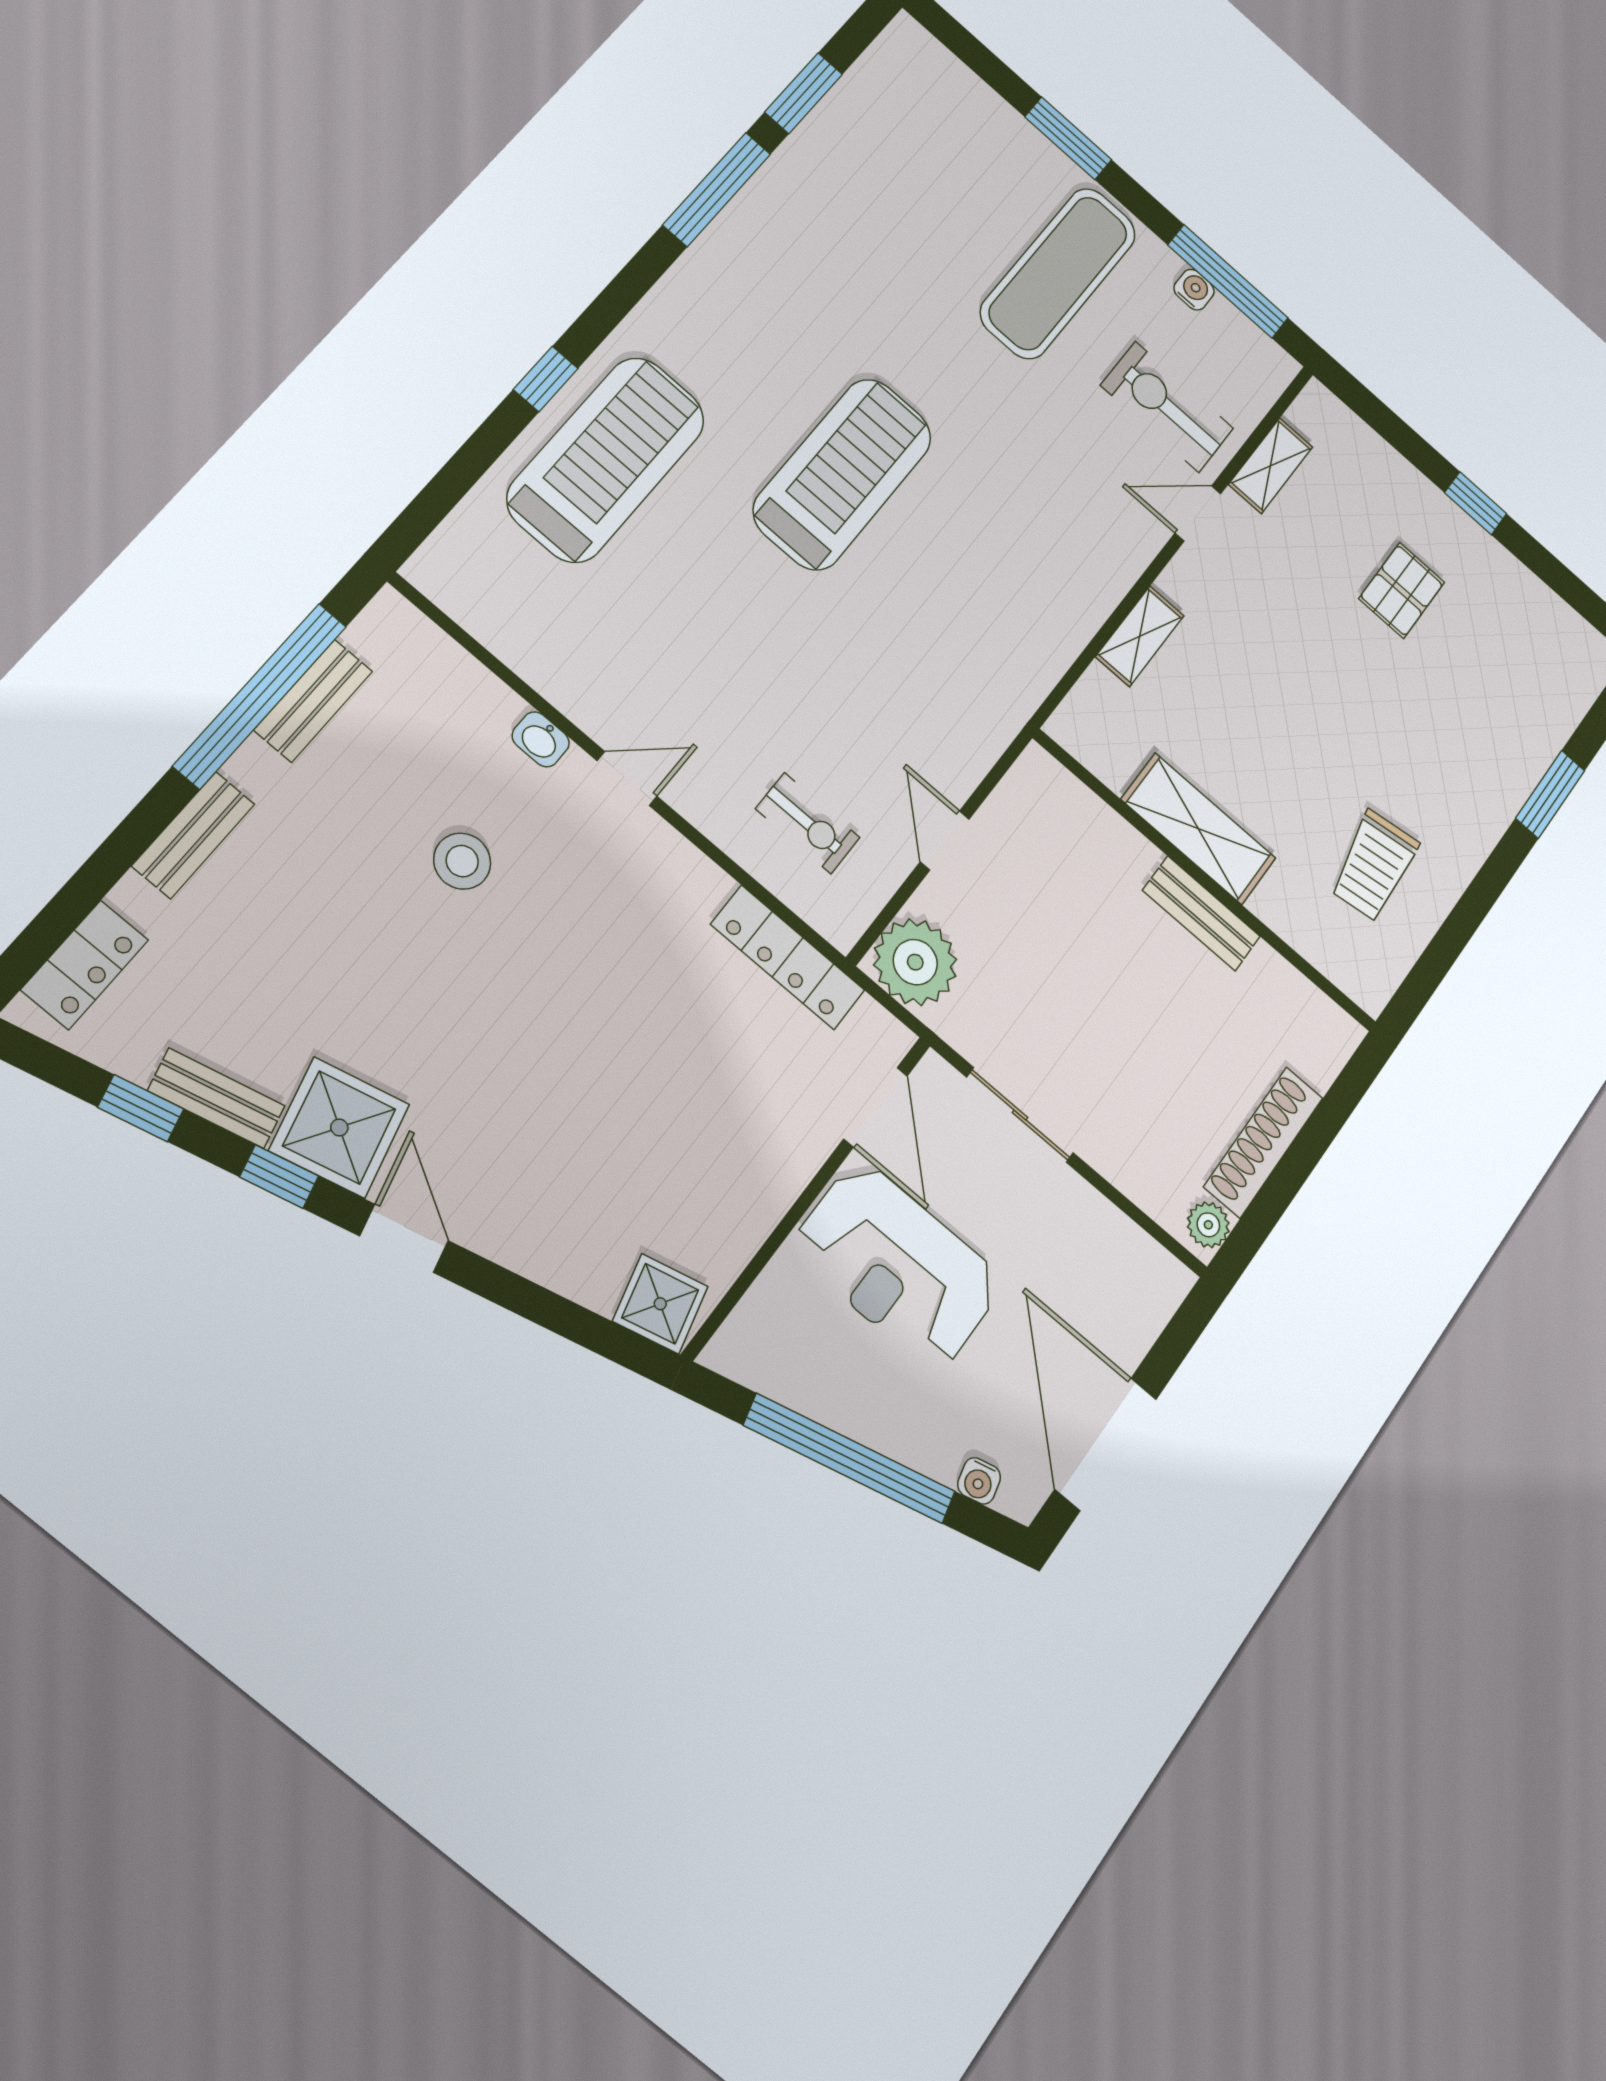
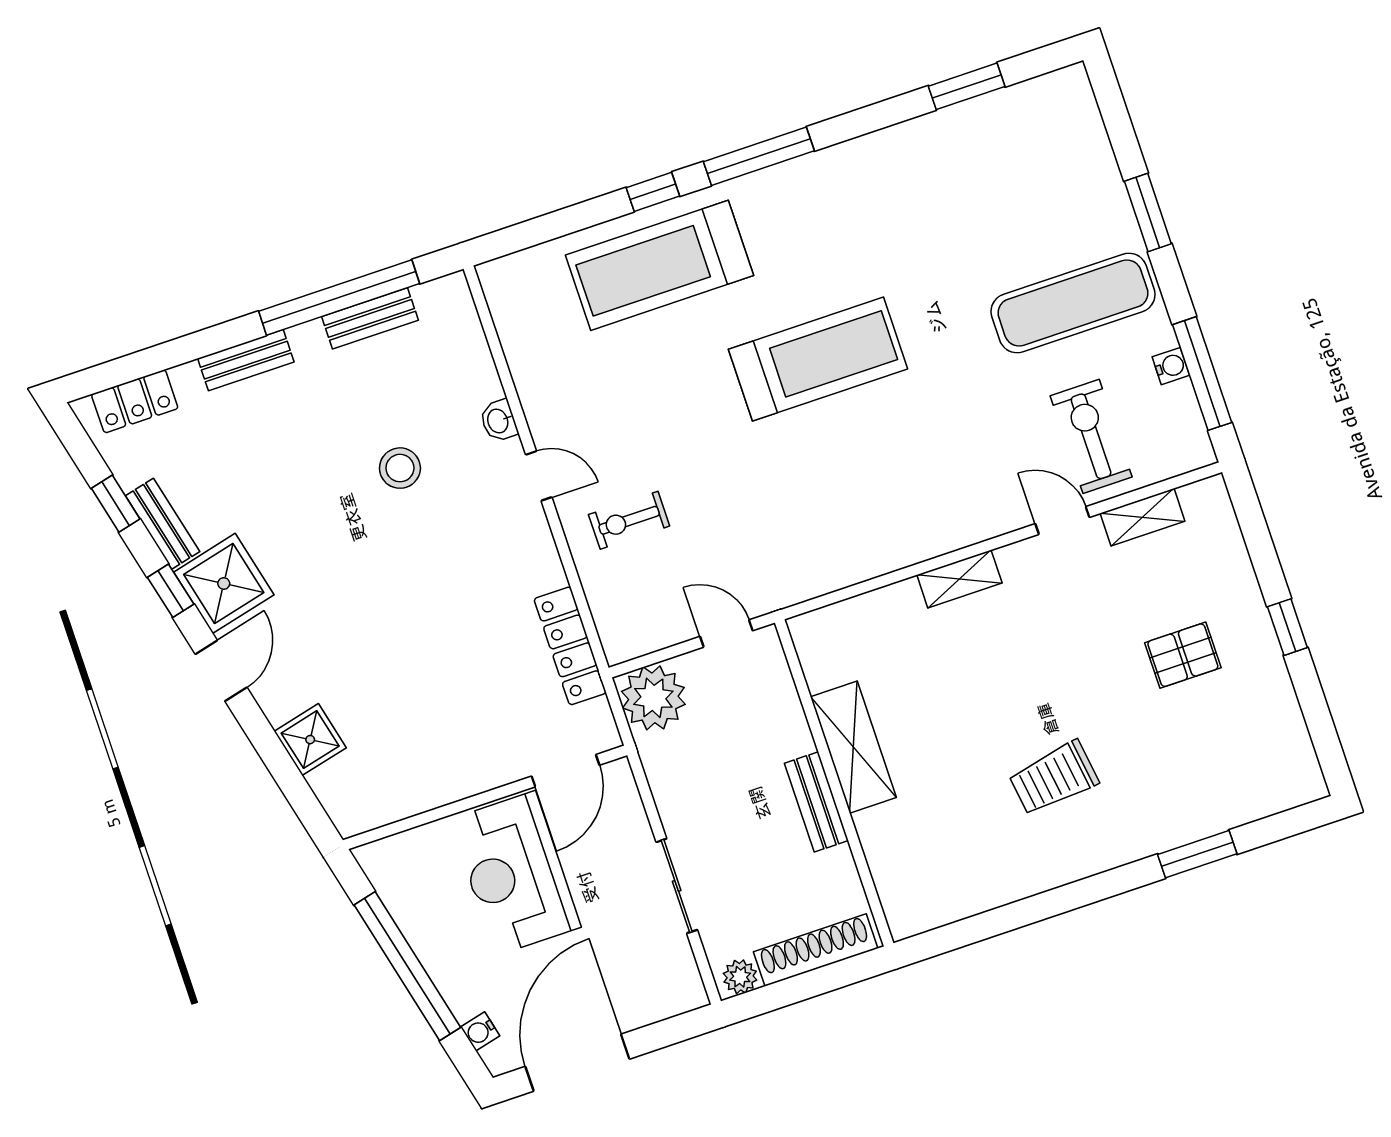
window: (717, 189) -> (759, 156), moved
treadmill: (606, 459) -> (660, 265), turned 180
exercise bike: (808, 823) -> (629, 520), moved, turned 90
shelving: (1198, 829) -> (853, 747), moved
door: (945, 840) -> (726, 634), hinge flipped
trolley: (1374, 866) -> (1054, 778), moved
wall: (1205, 881) -> (834, 783), moved
bench: (1201, 913) -> (816, 802), moved
sliding door: (1020, 1115) -> (677, 886), moved
shower: (660, 1304) -> (310, 740), moved

